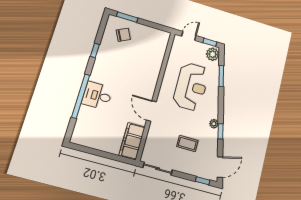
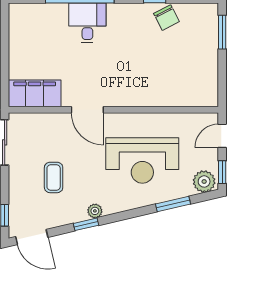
chair: (123, 35) -> (166, 18), moved
door: (189, 36) -> (222, 136), swing flipped
door: (151, 111) -> (87, 110), swing flipped

